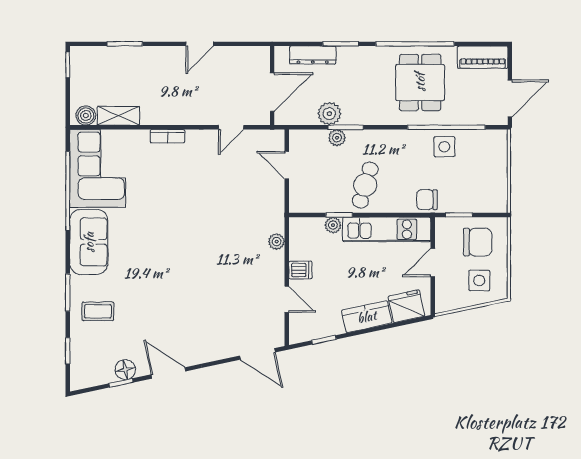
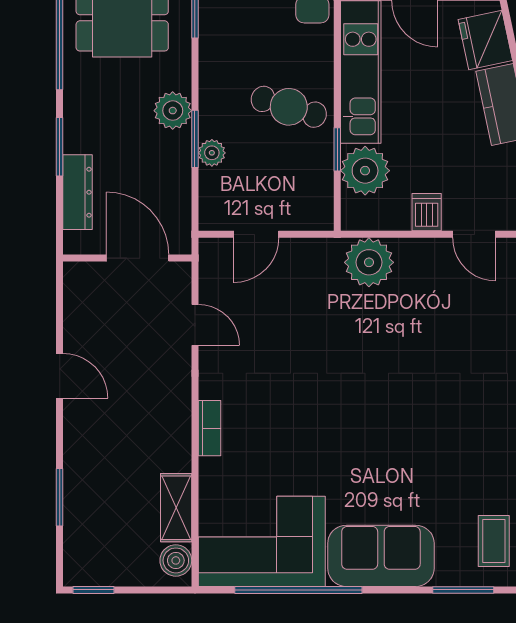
plant: (329, 114) -> (173, 111), moved
plant: (333, 225) -> (365, 171), width x1.88, depth x1.88
plant: (277, 242) -> (369, 262), width x1.88, depth x1.88
door: (287, 299) -> (474, 234), swing flipped

